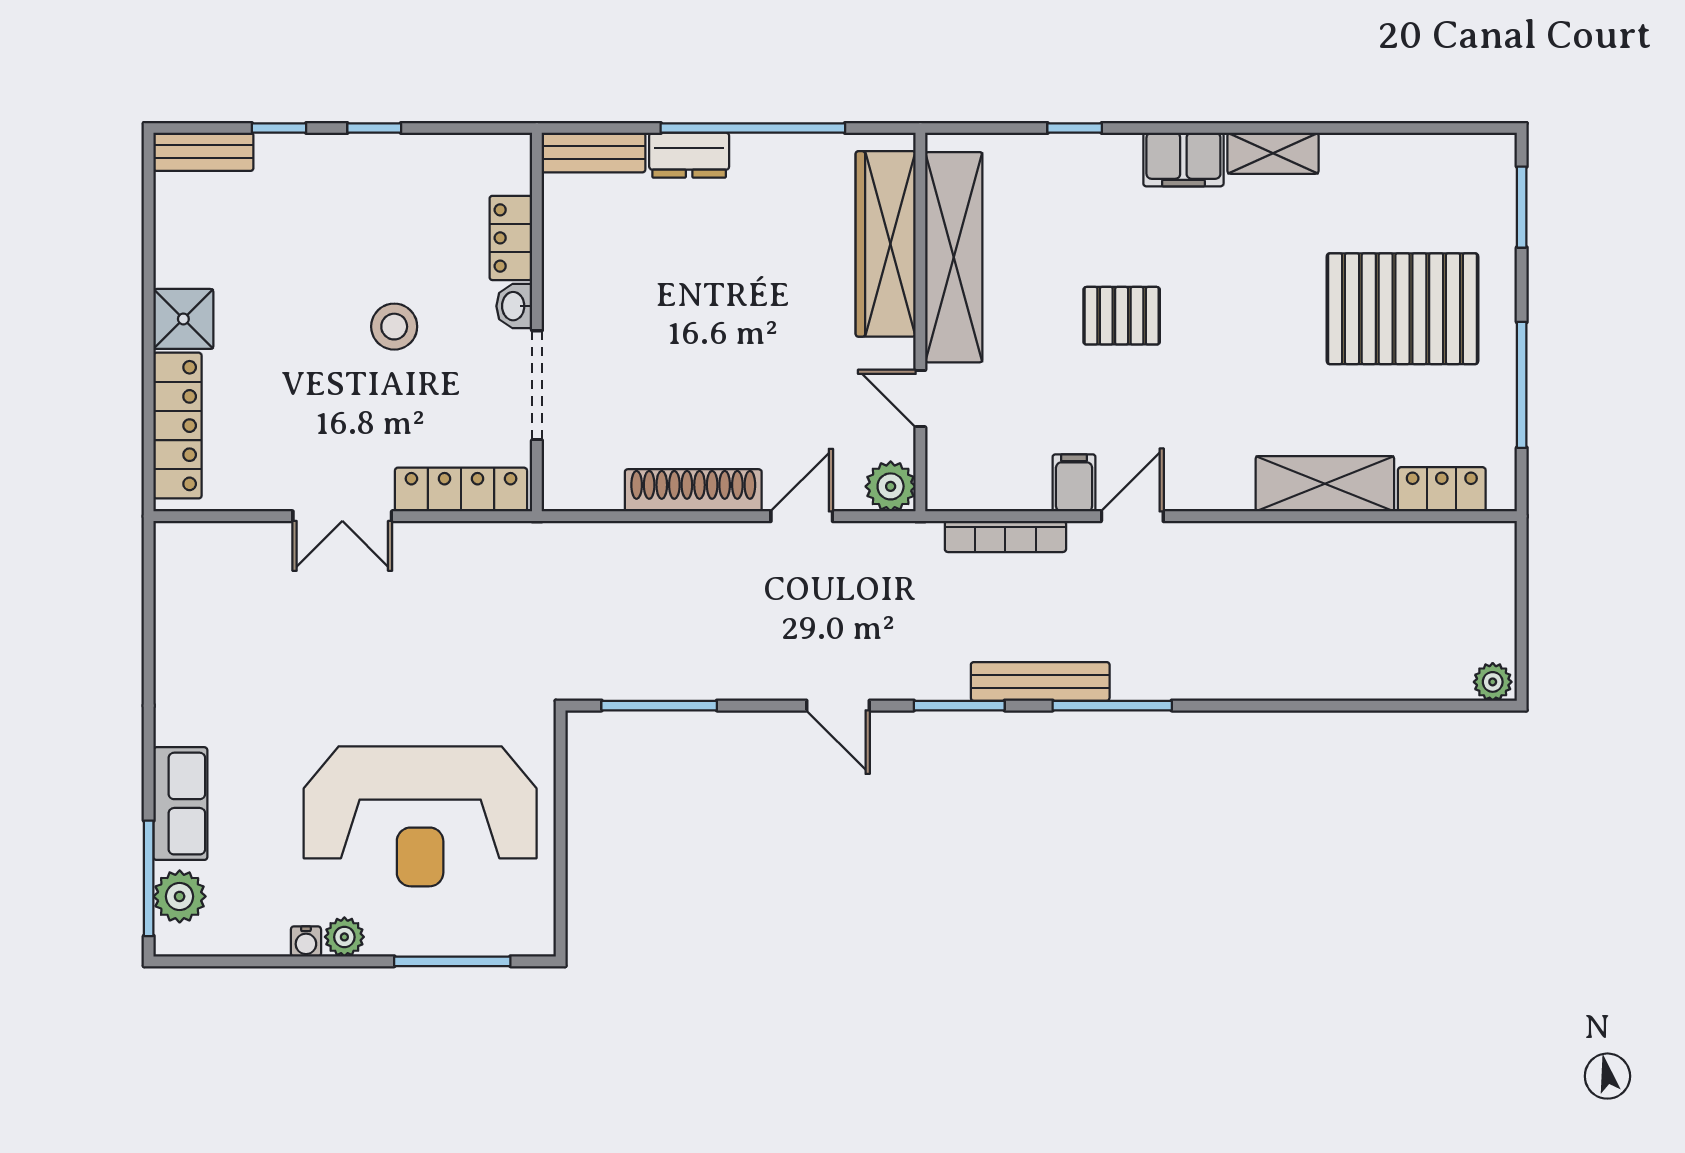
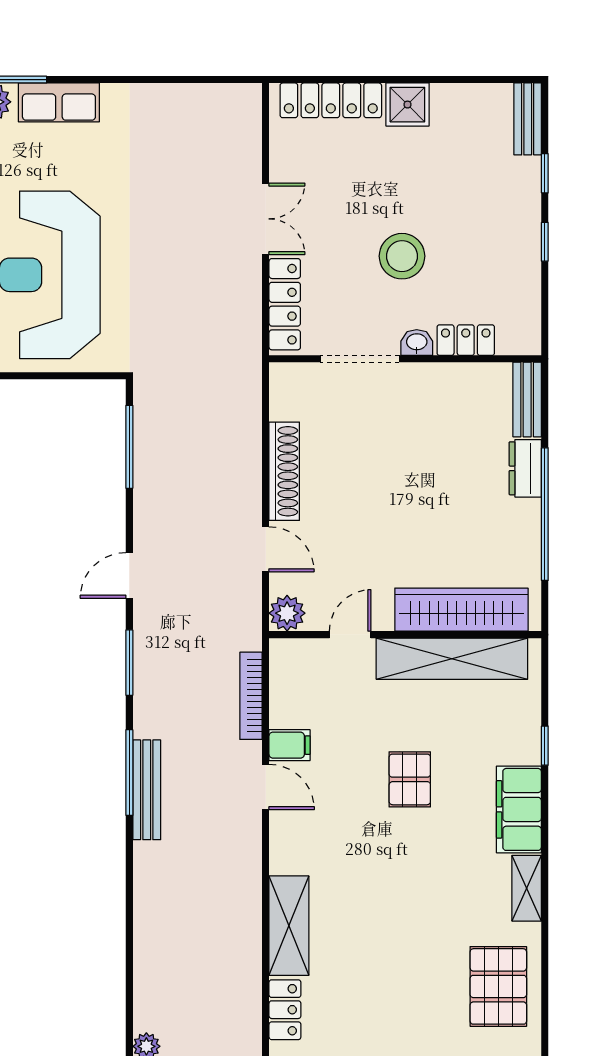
filing cabinet: (1183, 160) -> (519, 809), width x1.50, depth x1.17
pallet: (1402, 309) -> (498, 986), moved, width x0.73, depth x0.71
stool: (394, 327) -> (402, 256), width x1.38, depth x1.38
double door: (342, 516) -> (266, 219), swing flipped
bench: (1040, 681) -> (147, 790), moved

